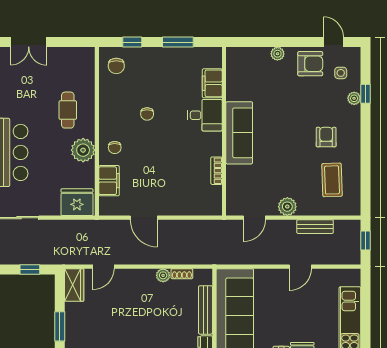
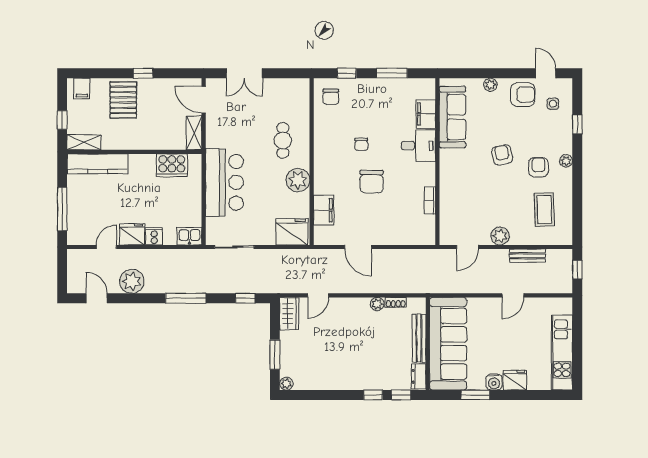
plant: (354, 98) -> (566, 161), moved
armchair: (289, 125) -> (502, 155), added
sofa: (239, 133) -> (452, 117), moved
chair: (115, 148) -> (372, 182), moved, width x1.87, depth x1.87

